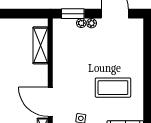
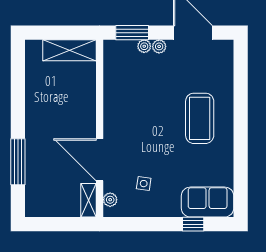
shelving: (40, 45) -> (70, 50), moved, turned 90
coffee table: (113, 88) -> (200, 118), moved, turned 90

